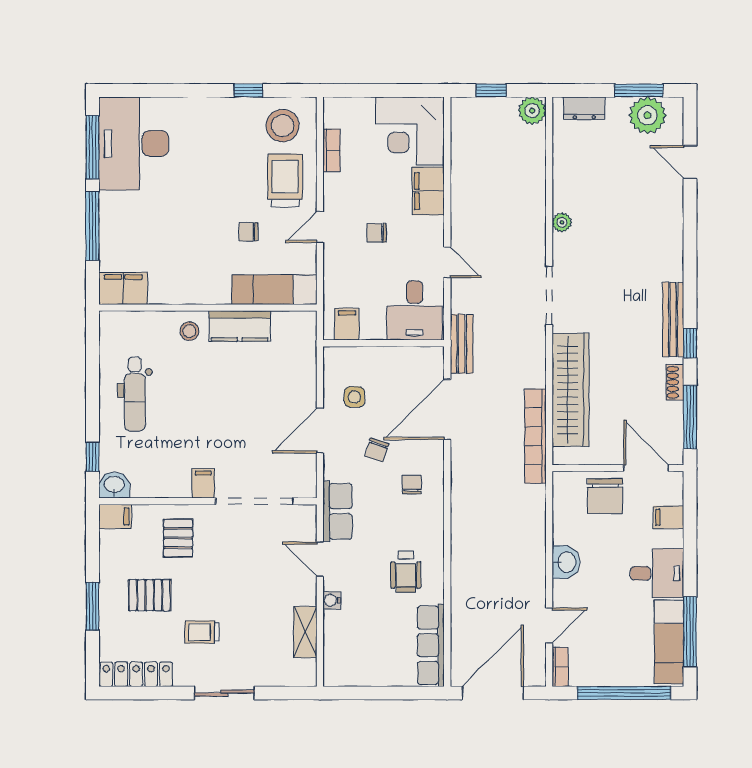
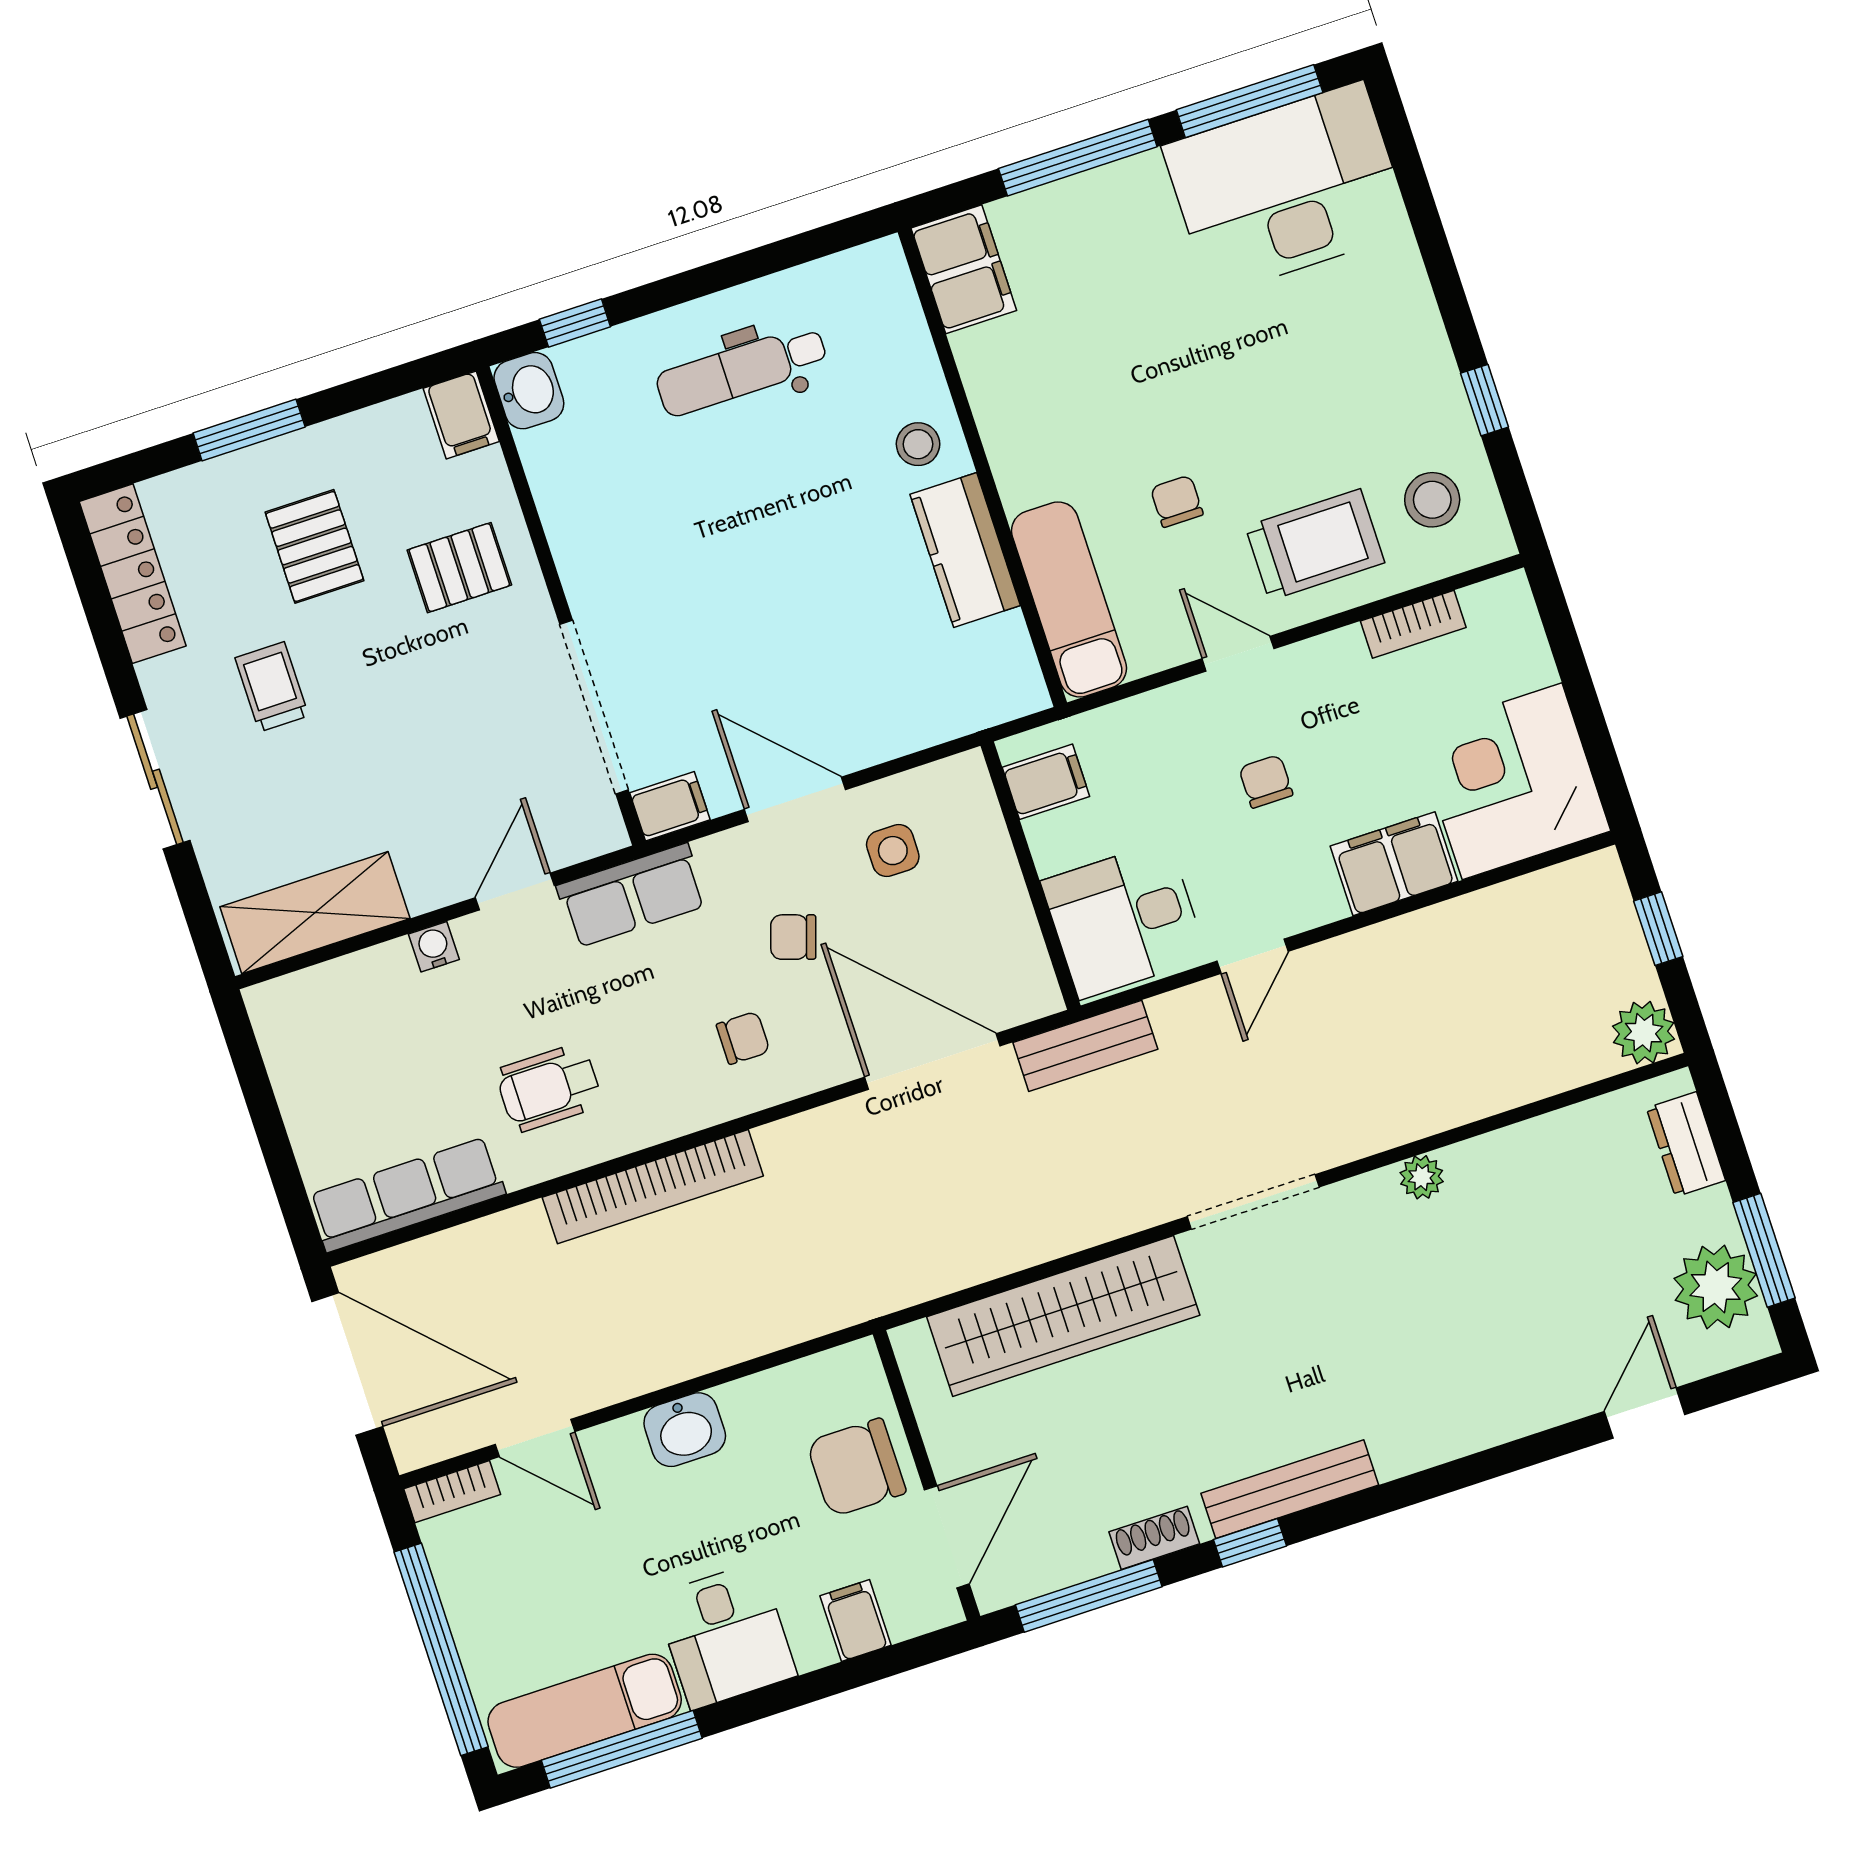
stool: (283, 126) -> (1432, 500), width x0.73, depth x0.73
bookcase: (535, 436) -> (653, 1187), moved, turned 180
filing cabinet: (203, 483) -> (670, 806), moved
shelving: (305, 632) -> (315, 913), width x1.50, depth x1.33

